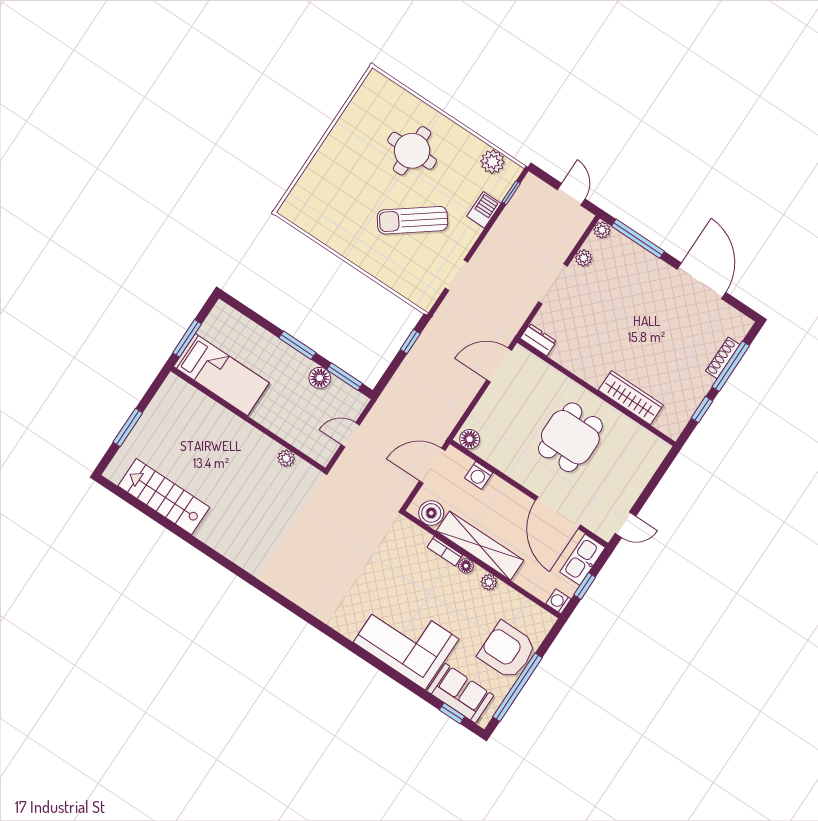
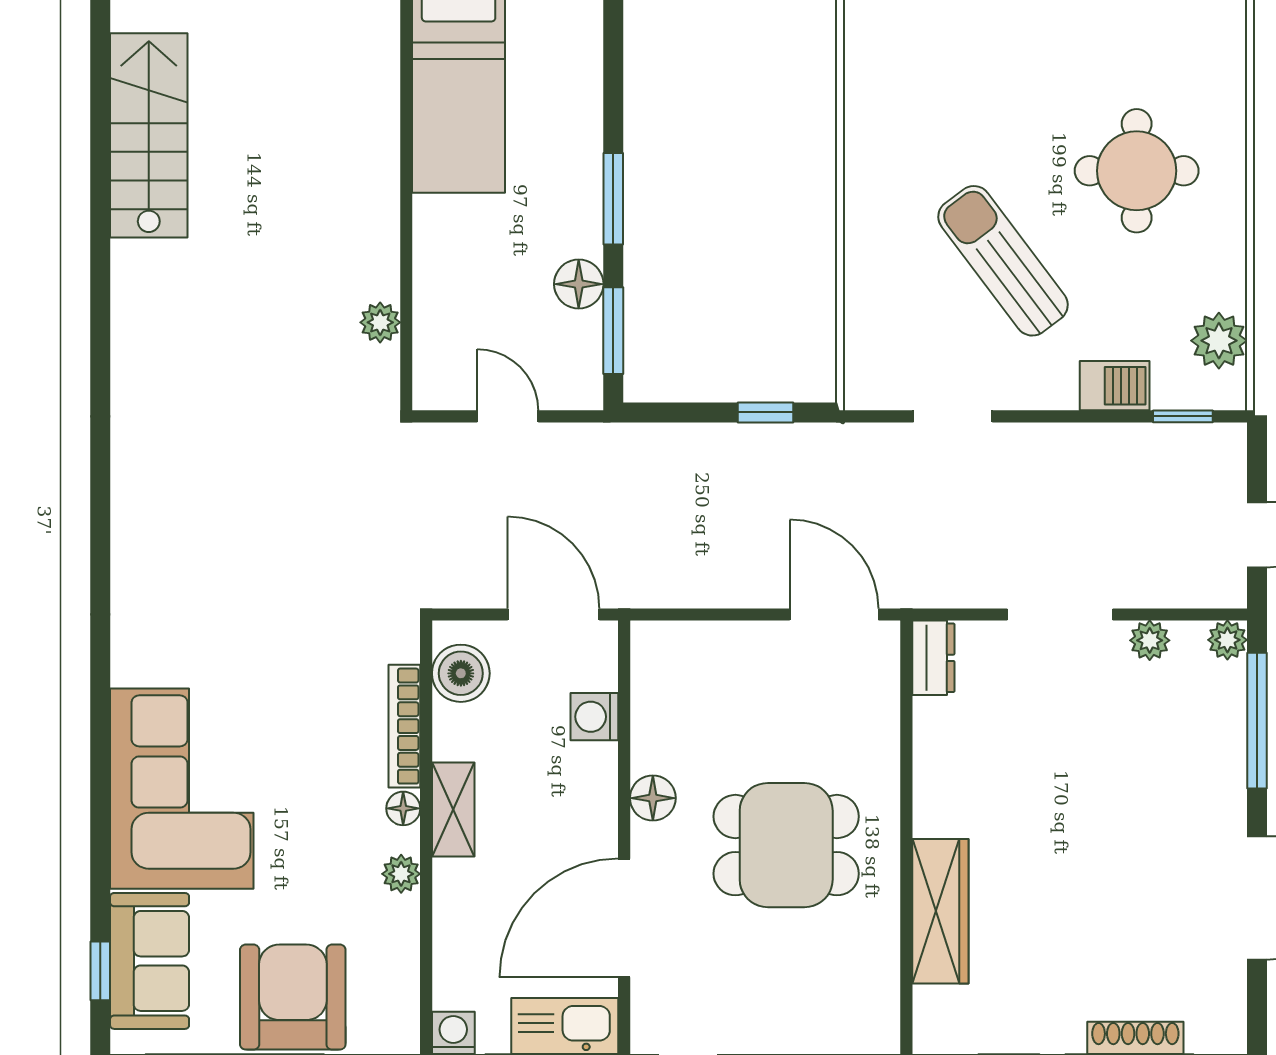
floor lamp: (470, 439) -> (653, 798), moved
shelving: (480, 546) -> (453, 810), width x0.45, depth x0.75
bookcase: (445, 551) -> (404, 726), width x1.56

